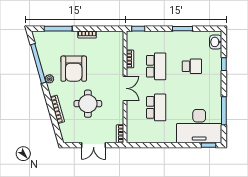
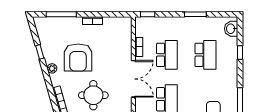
window: (38, 63) -> (40, 52), width x0.32
school desk: (192, 66) -> (205, 55), width x1.85
double door: (125, 88) -> (133, 79), width x1.37

